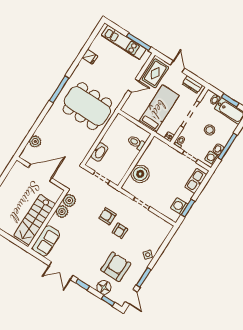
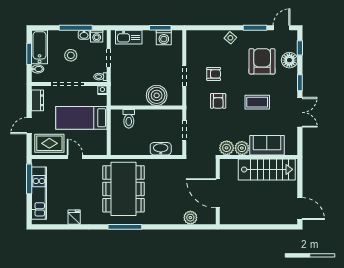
armchair: (120, 231) -> (214, 74), moved
sofa: (46, 241) -> (267, 145), moved
coffee table: (88, 244) -> (257, 102), added
armchair: (116, 267) -> (262, 61), turned 90

